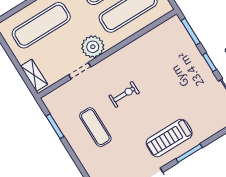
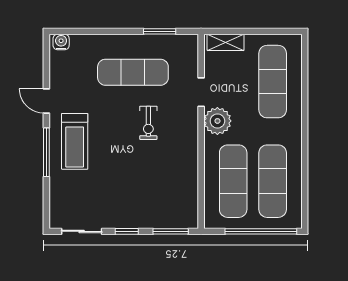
exercise mat: (95, 127) -> (133, 72), width x1.36, depth x1.45
treadmill: (169, 138) -> (75, 141), turned 180
window: (189, 153) -> (46, 152), width x1.44

